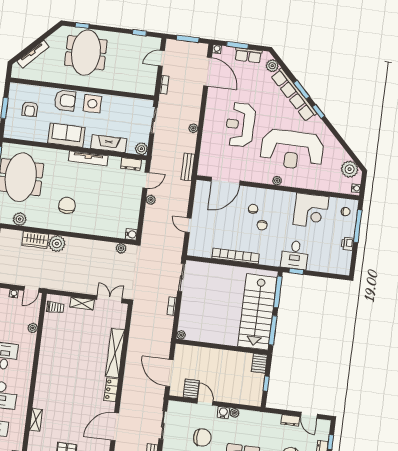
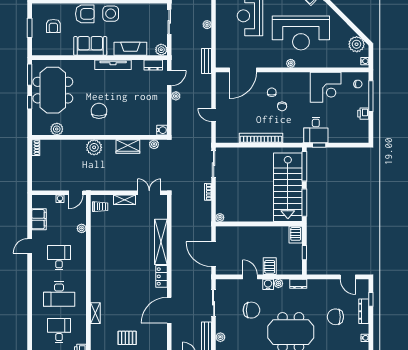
wardrobe: (35, 240) -> (128, 146), moved
server rack: (191, 389) -> (270, 266), moved
dresser: (290, 420) -> (298, 284), moved

